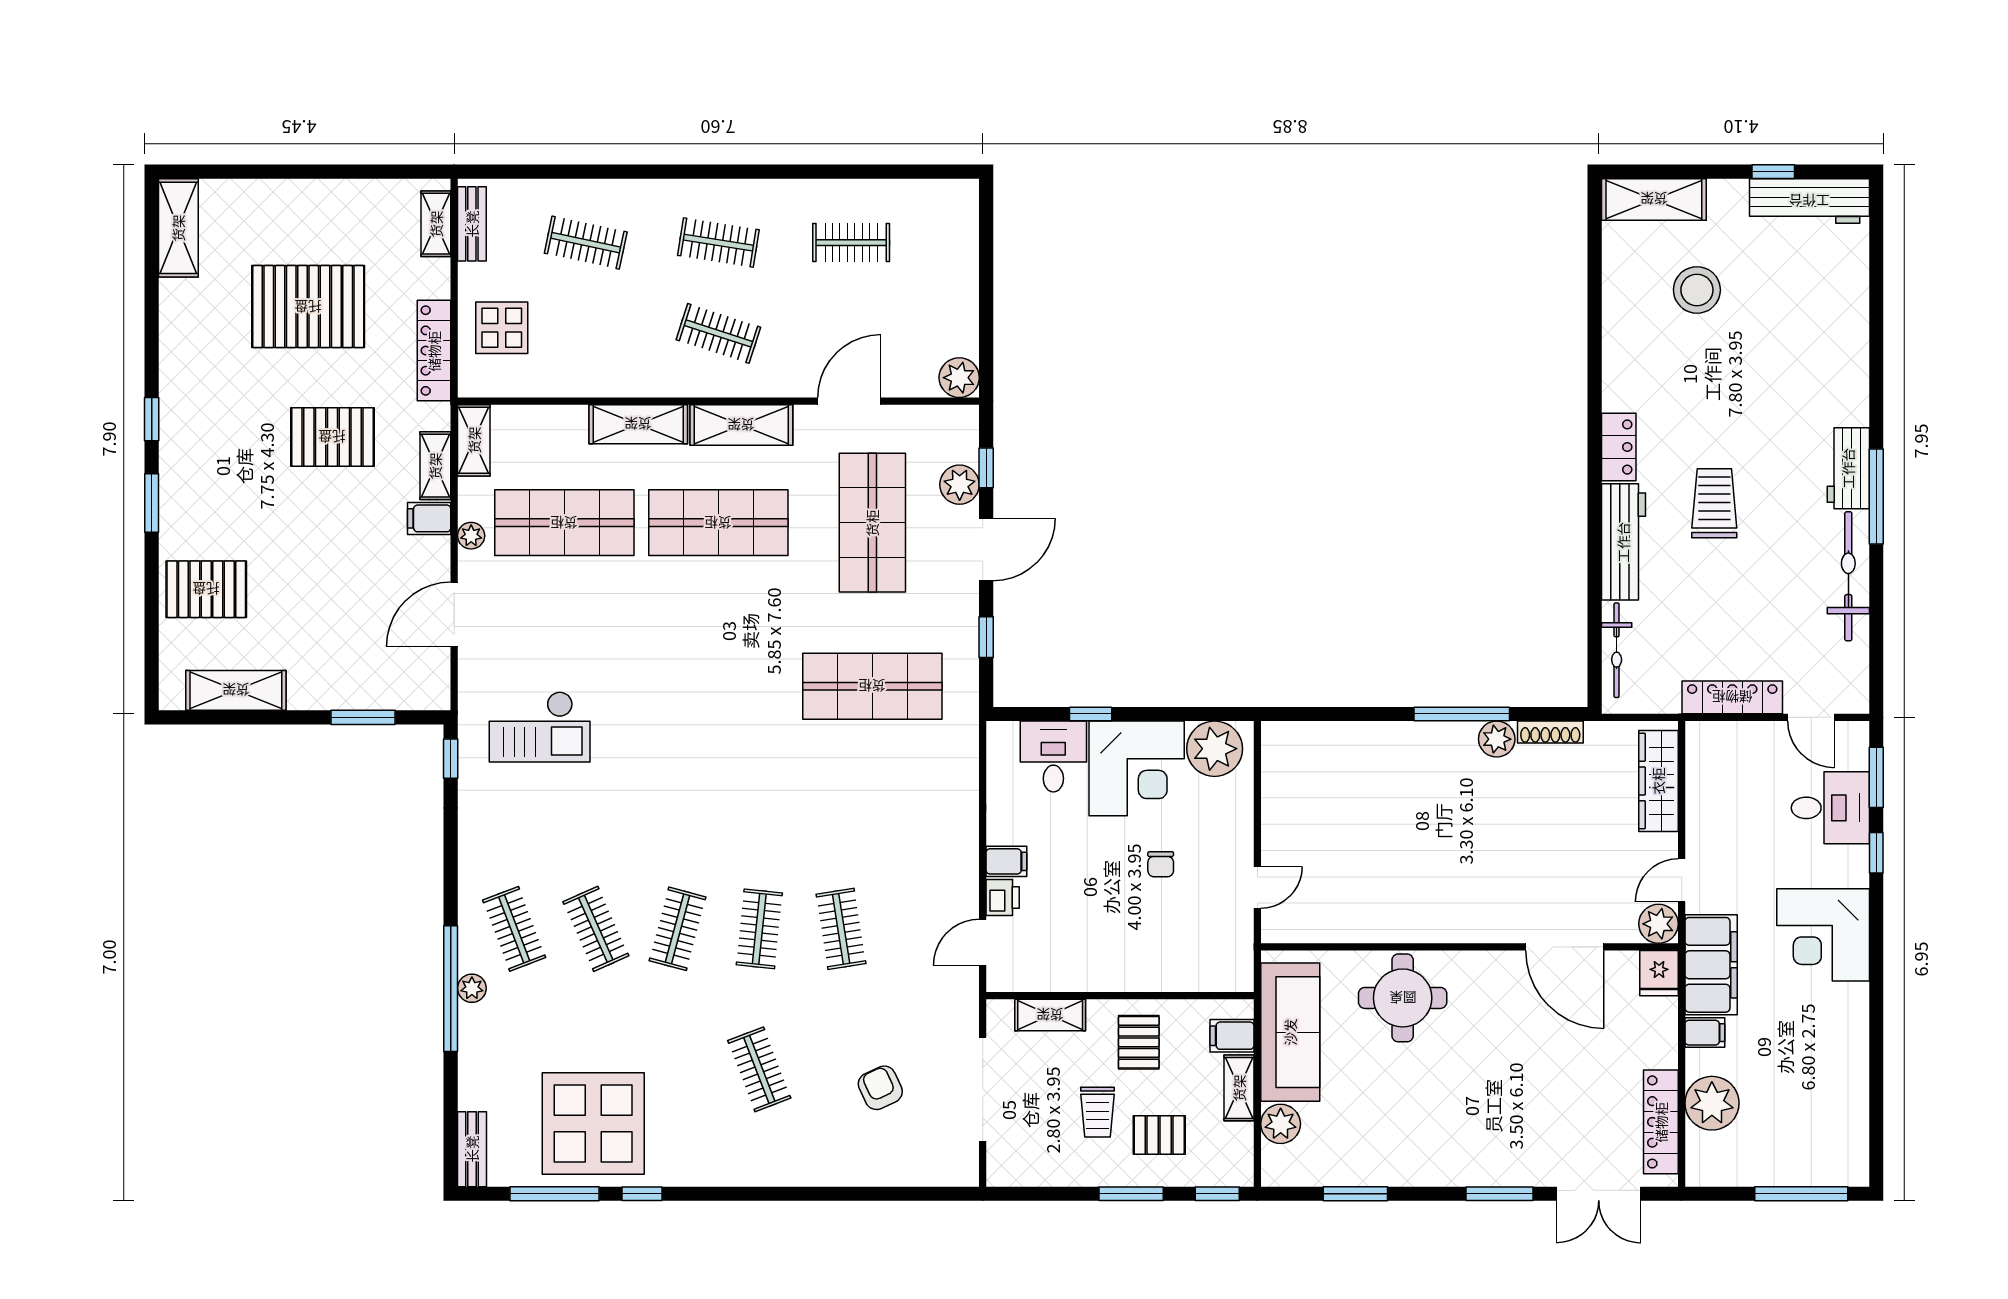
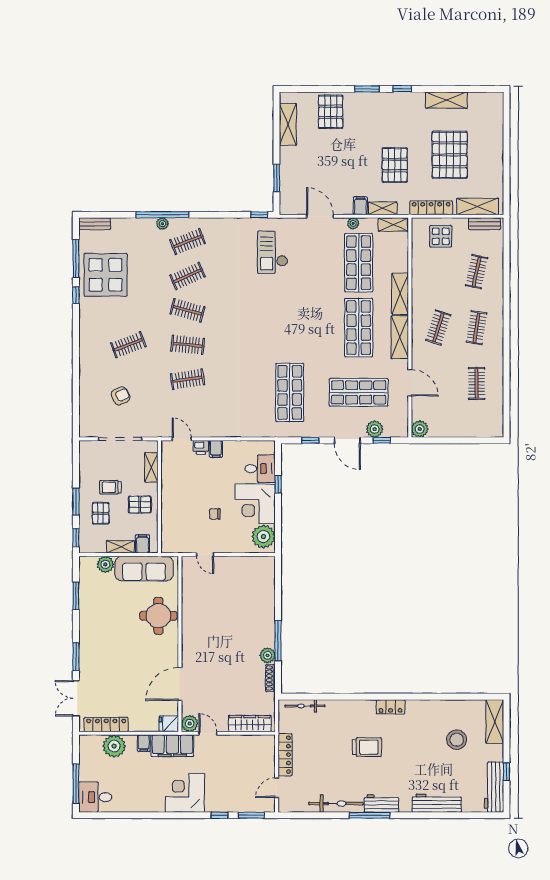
shelving: (436, 224) -> (478, 207), width x1.50, depth x1.33
shelving: (178, 228) -> (446, 100), moved
workbench: (1623, 542) -> (437, 803), moved, turned 180
desk: (1830, 808) -> (95, 797), moved, turned 90

